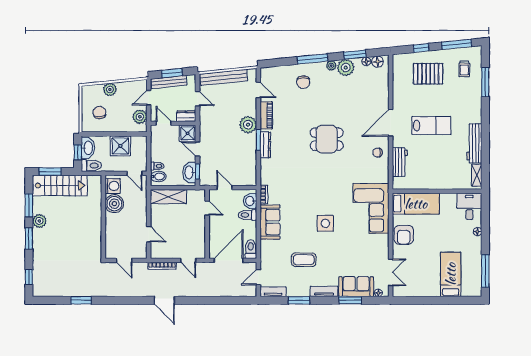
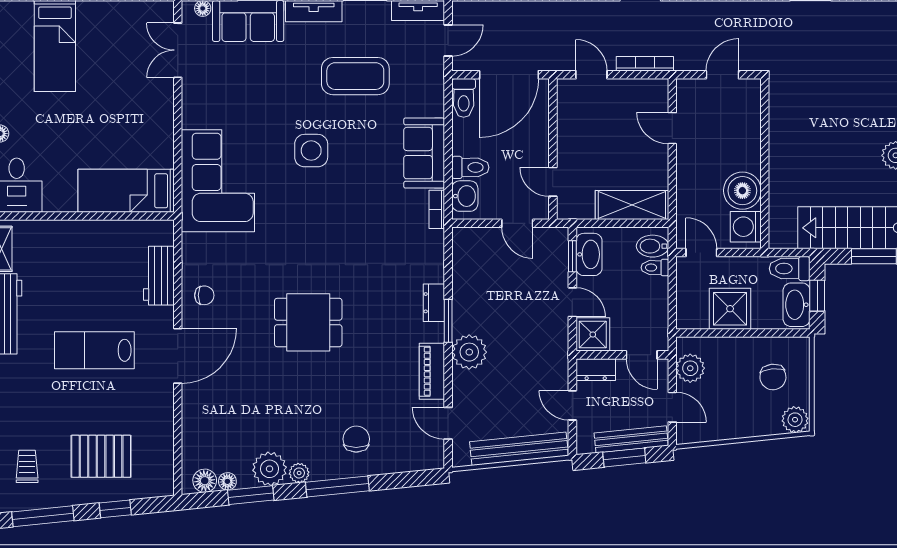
plant: (110, 89) -> (795, 420), moved
door: (149, 98) -> (672, 407), hinge flipped
dresser: (265, 145) -> (434, 303), width x0.70
armchair: (404, 235) -> (151, 127), removed
door: (124, 260) -> (722, 75), hinge flipped
coffee table: (304, 260) -> (355, 76), width x1.36, depth x1.32

